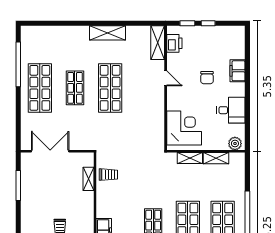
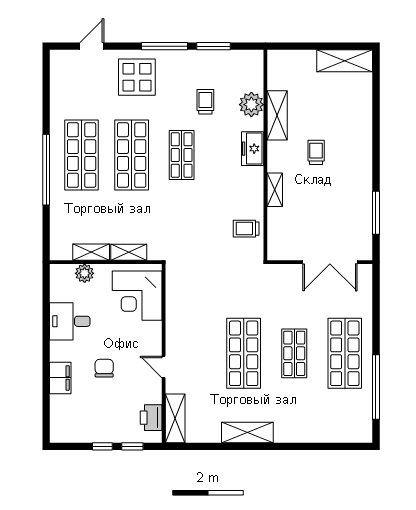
plant: (235, 144) -> (85, 273), moved
shelving: (88, 179) -> (275, 190), moved

